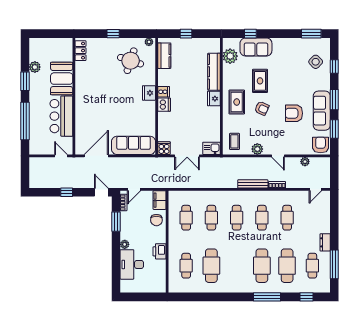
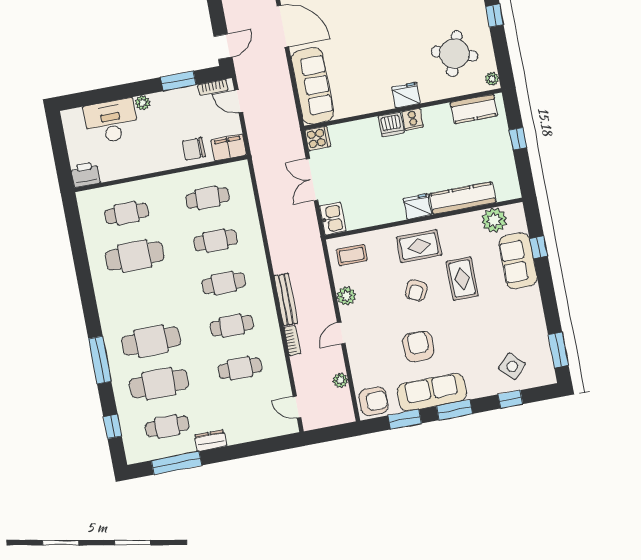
rug: (260, 81) -> (462, 279), turned 90
printer: (159, 251) -> (85, 175), moved

